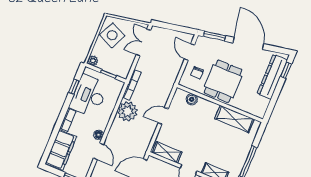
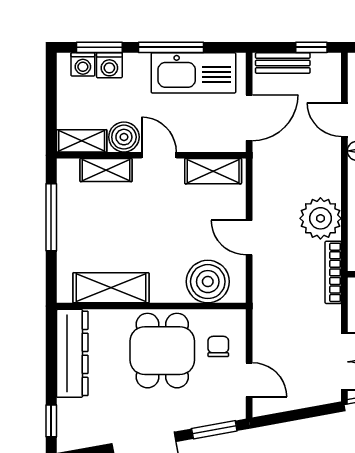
dresser: (272, 77) -> (72, 353), moved
boiler: (192, 99) -> (208, 282), width x1.86, depth x1.86
door: (163, 116) -> (249, 238), swing flipped

